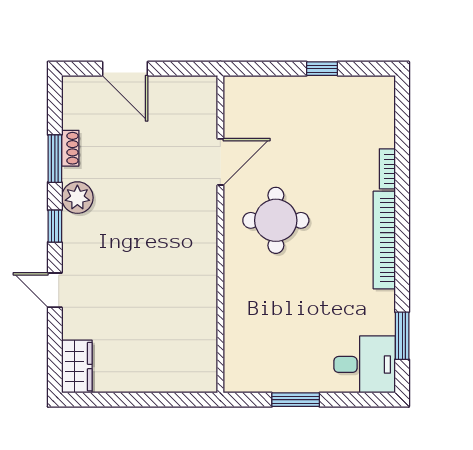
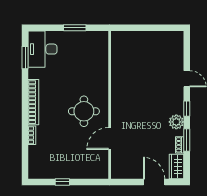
desk: (365, 364) -> (43, 49), width x1.37
wardrobe: (77, 367) -> (177, 166), moved

